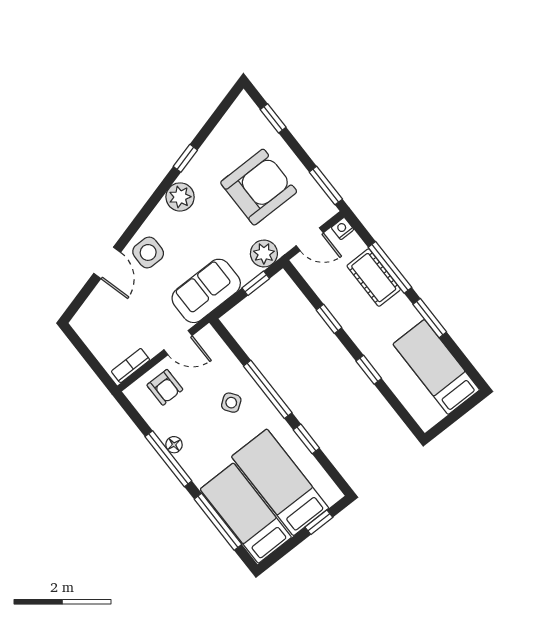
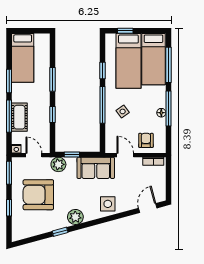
window: (273, 118) -> (9, 208), moved
door: (107, 263) -> (148, 208), moved
window: (369, 370) -> (52, 79), width x1.50

